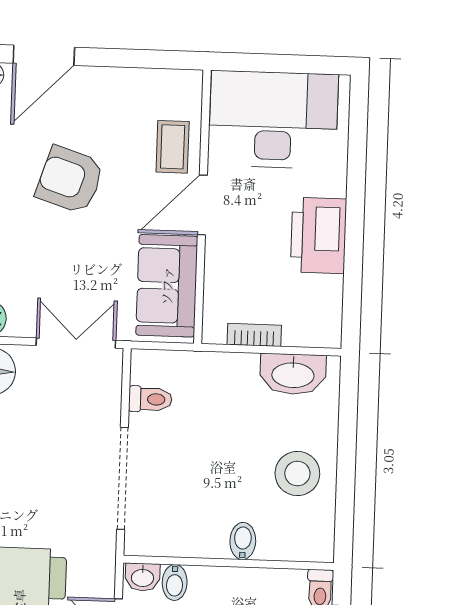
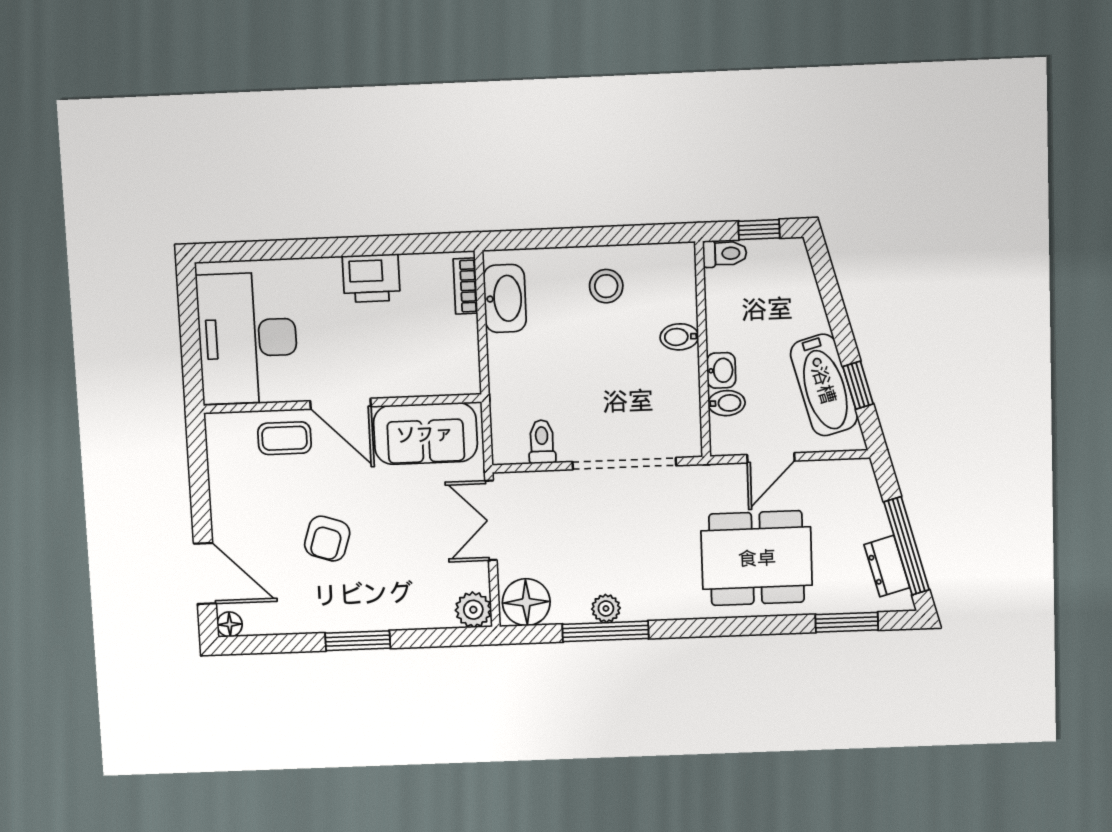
armchair: (70, 180) -> (327, 539), width x0.72, depth x0.72
printer: (319, 235) -> (371, 278), width x0.73, depth x0.84
bookcase: (254, 335) -> (465, 286), moved
stool: (297, 473) -> (606, 286), width x0.73, depth x0.73
washbasin: (143, 577) -> (721, 370), moved

